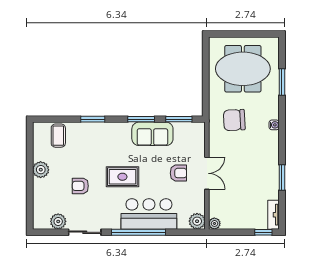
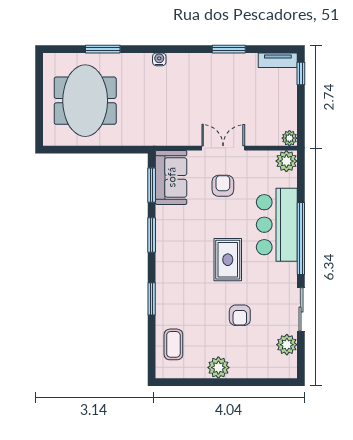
chair: (234, 120) -> (153, 112), removed
sofa: (152, 134) -> (171, 177), moved
coffee table: (58, 136) -> (173, 344), turned 90

